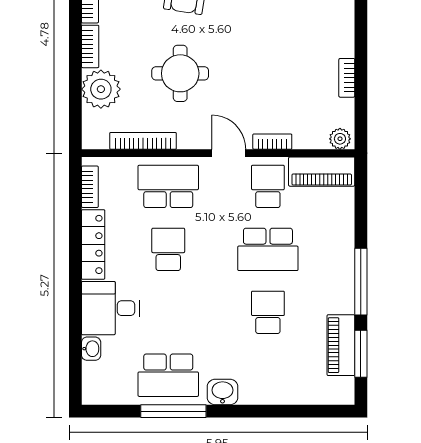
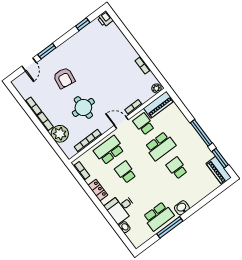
locker: (93, 244) -> (98, 190), width x0.66
piano: (341, 345) -> (219, 170), moved

